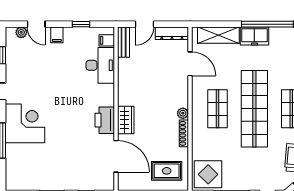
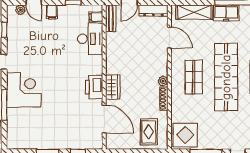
rug: (167, 171) -> (149, 132), turned 90

